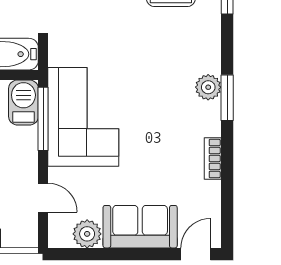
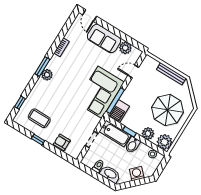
door: (43, 198) -> (133, 71), hinge flipped
door: (196, 254) -> (90, 16), hinge flipped

